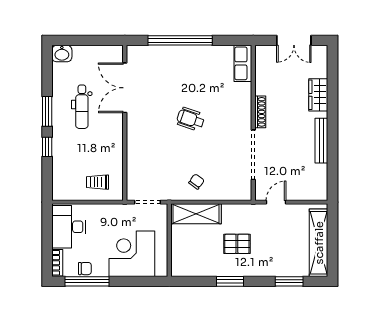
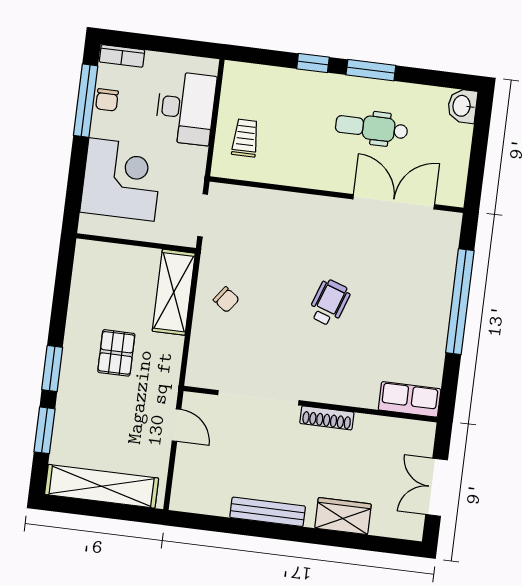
desk: (69, 227) -> (186, 108), moved, turned 90
window: (230, 281) -> (52, 368), moved

